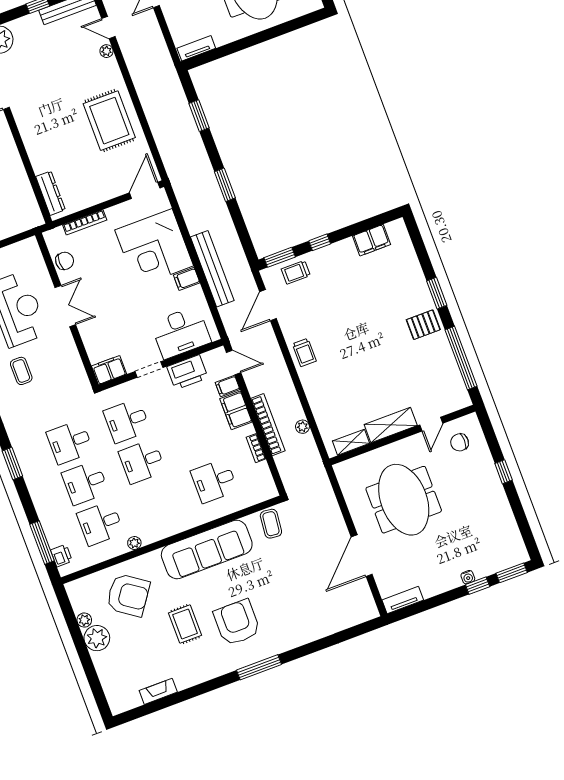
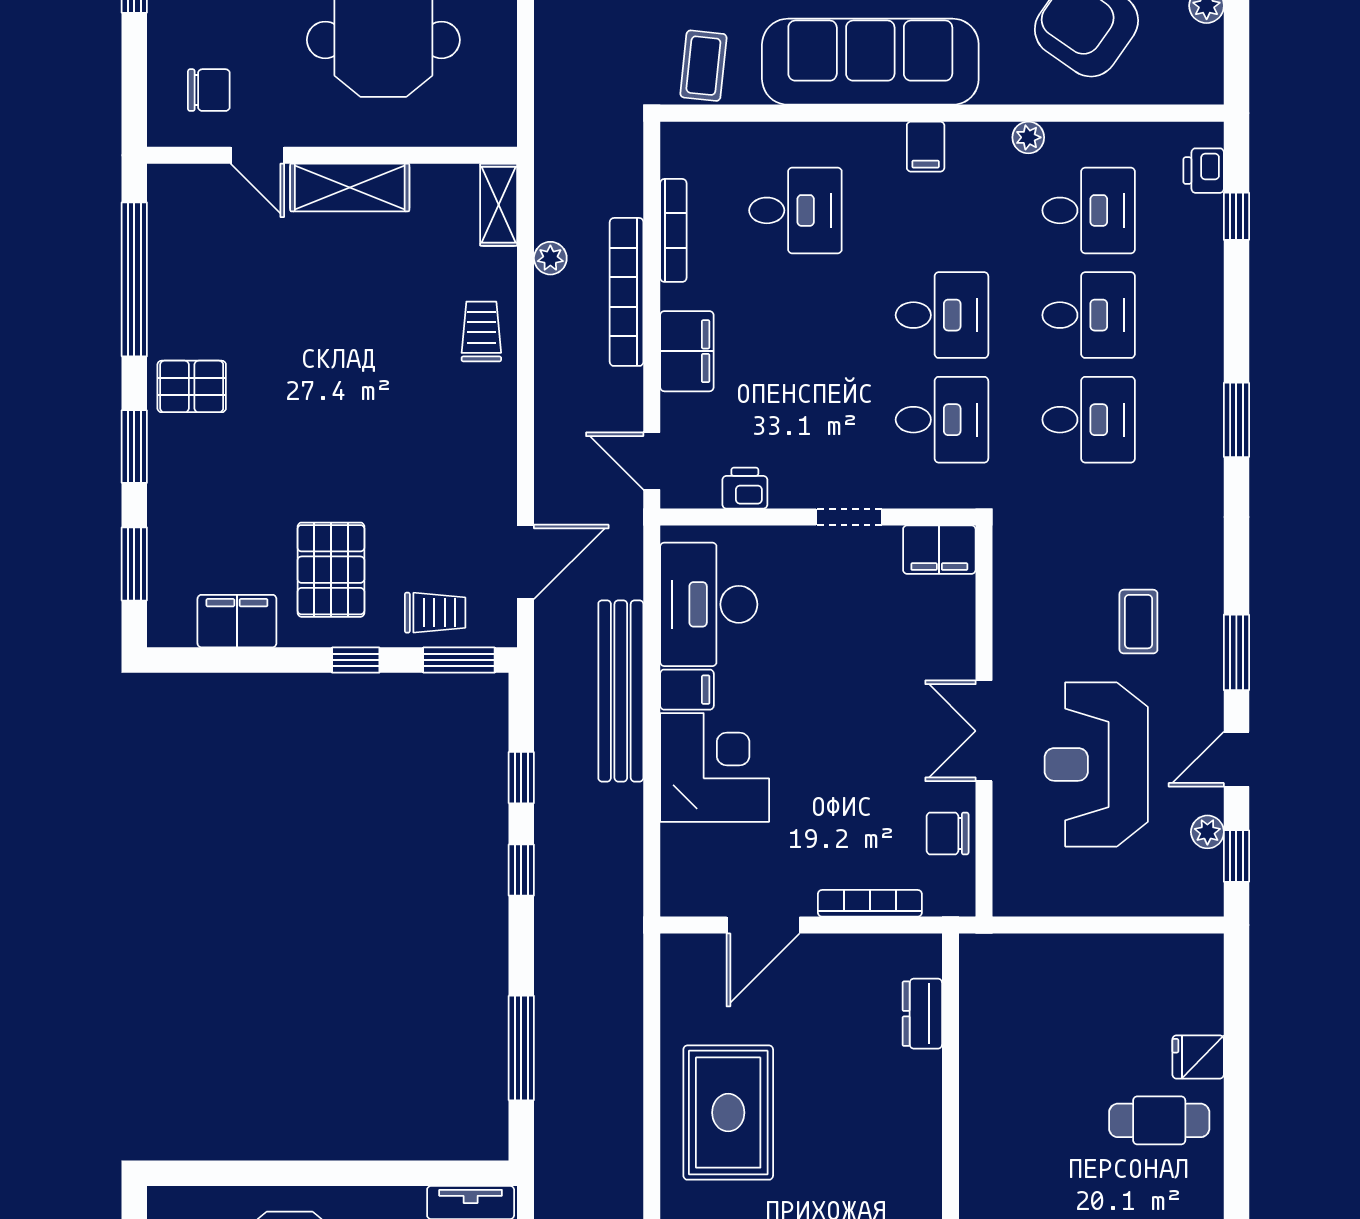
window: (199, 116) -> (521, 1048), width x1.44
window: (225, 185) -> (521, 870), width x0.67
door: (145, 190) -> (763, 925), moved
dresser: (50, 193) -> (922, 1014), width x0.70
window: (238, 221) -> (521, 778), added
window: (420, 247) -> (134, 564), added
corner desk: (154, 248) -> (715, 767), width x0.74, depth x0.74
pallet: (342, 274) -> (331, 570), added
desk: (181, 332) -> (709, 604), moved, turned -90
trolley: (304, 352) -> (481, 331), moved
printer: (187, 372) -> (745, 488), width x0.53, depth x0.68
filing cabinet: (228, 386) -> (926, 147), moved, turned 90
door: (431, 424) -> (257, 155), swing flipped
shelving: (351, 442) -> (499, 205), moved, turned 90
bookcase: (256, 448) -> (673, 230), width x1.56
window: (42, 543) -> (1236, 216), width x0.46

